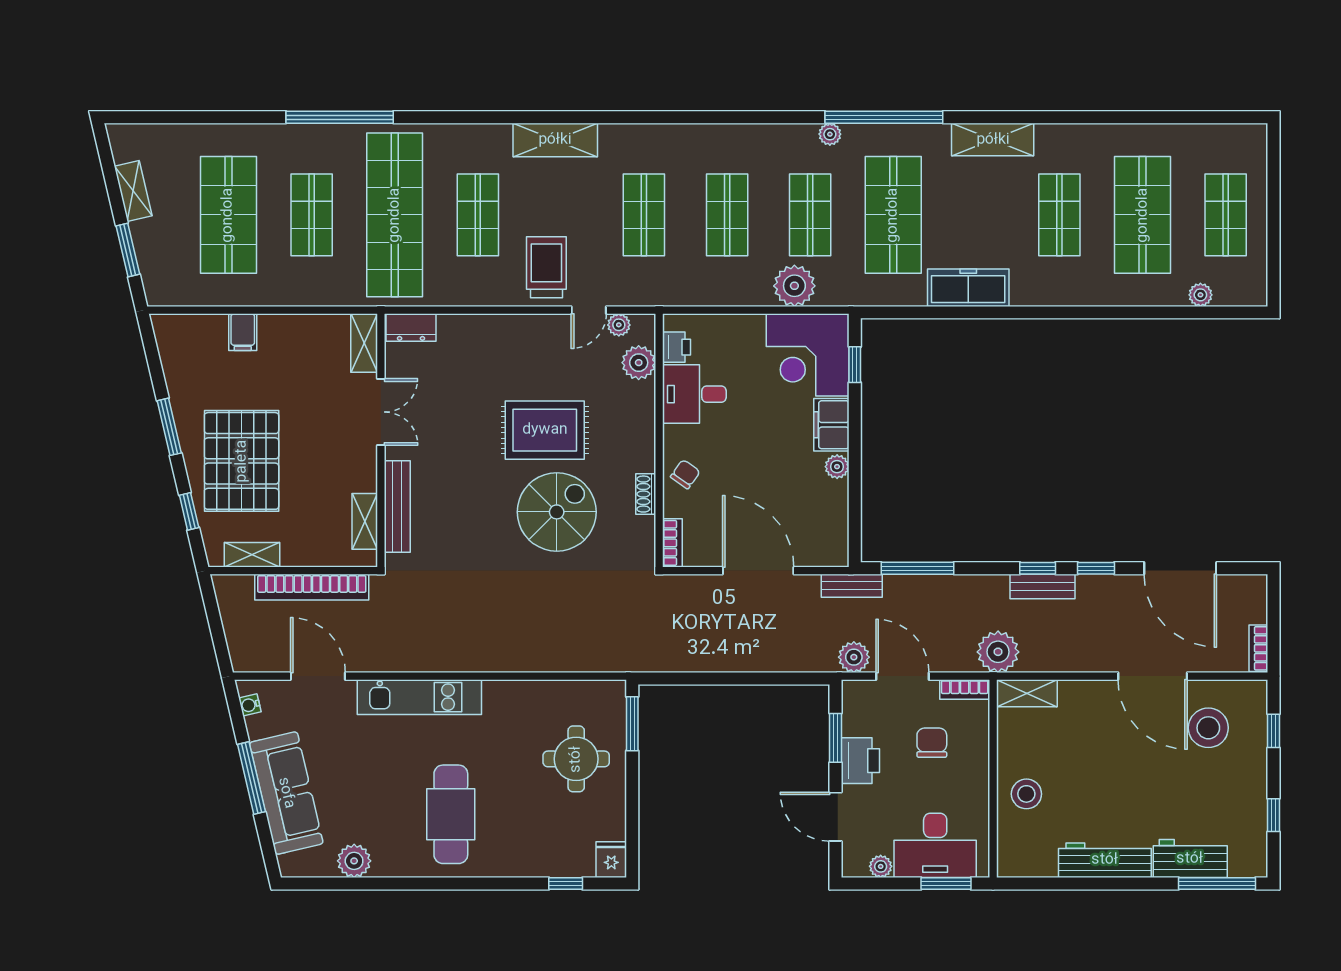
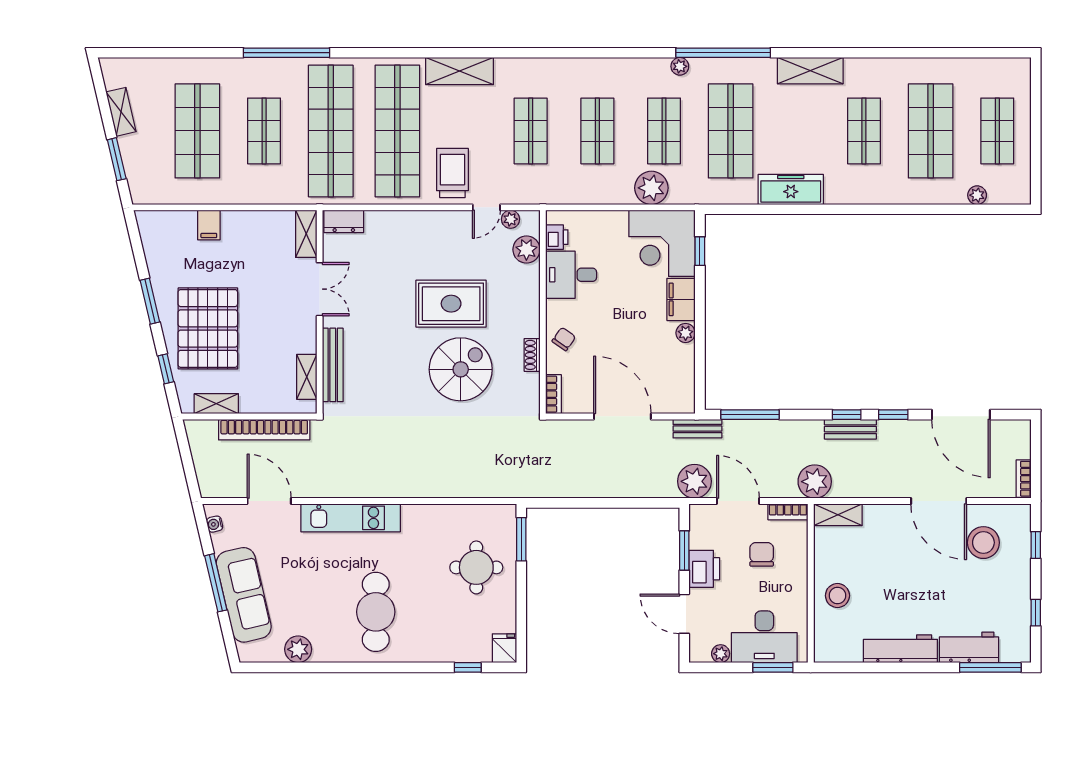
shop shelf: (478, 215) -> (397, 131), width x2.00, depth x1.36
plant: (854, 657) -> (695, 481), width x1.36, depth x1.36

